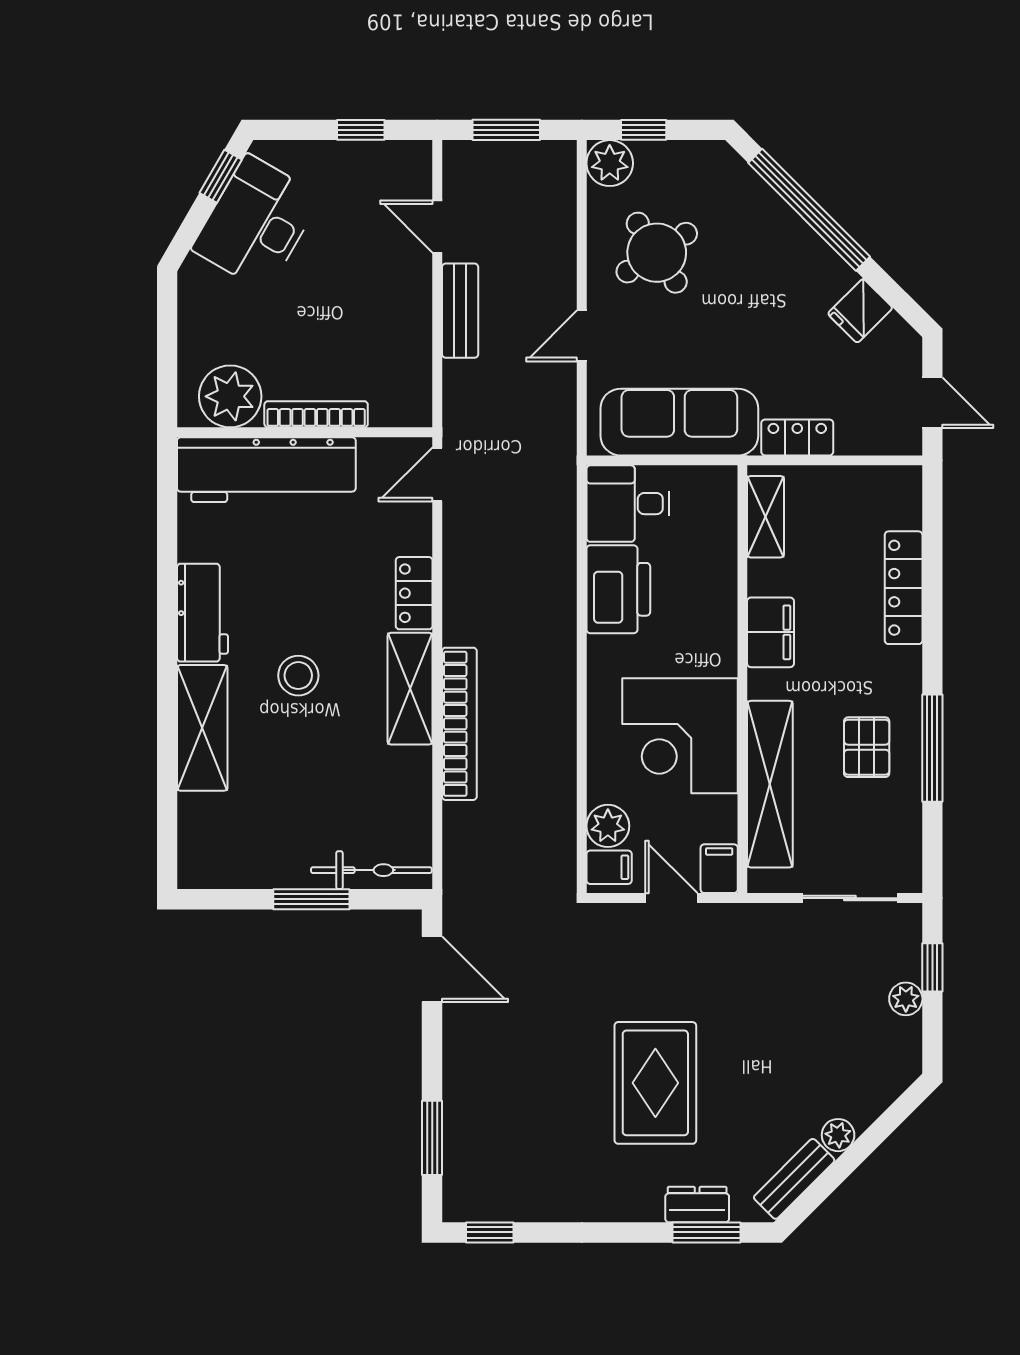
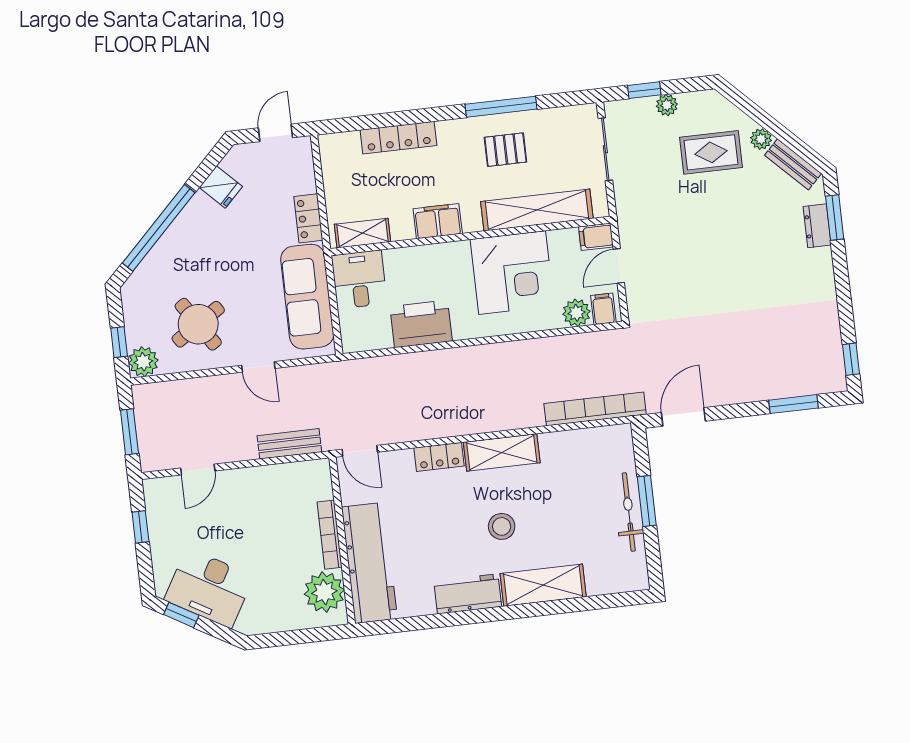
bench: (460, 311) -> (289, 444), moved
desk: (628, 504) -> (359, 279), moved, turned 180
bookcase: (459, 724) -> (595, 409), moved
bicycle: (371, 870) -> (629, 512), moved
rug: (655, 1083) -> (711, 152), moved, width x0.73, depth x0.70

